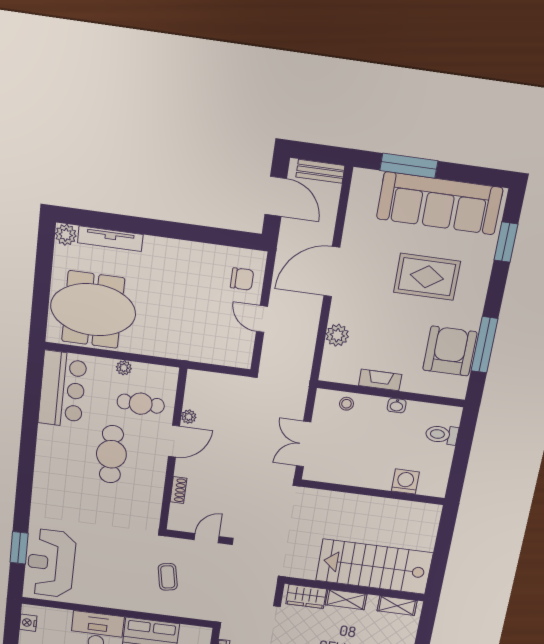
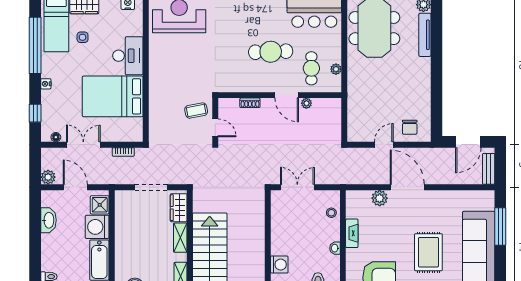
door: (332, 272) -> (407, 187), moved
plant: (124, 368) -> (336, 69), moved
coffee table: (168, 577) -> (196, 111), moved

